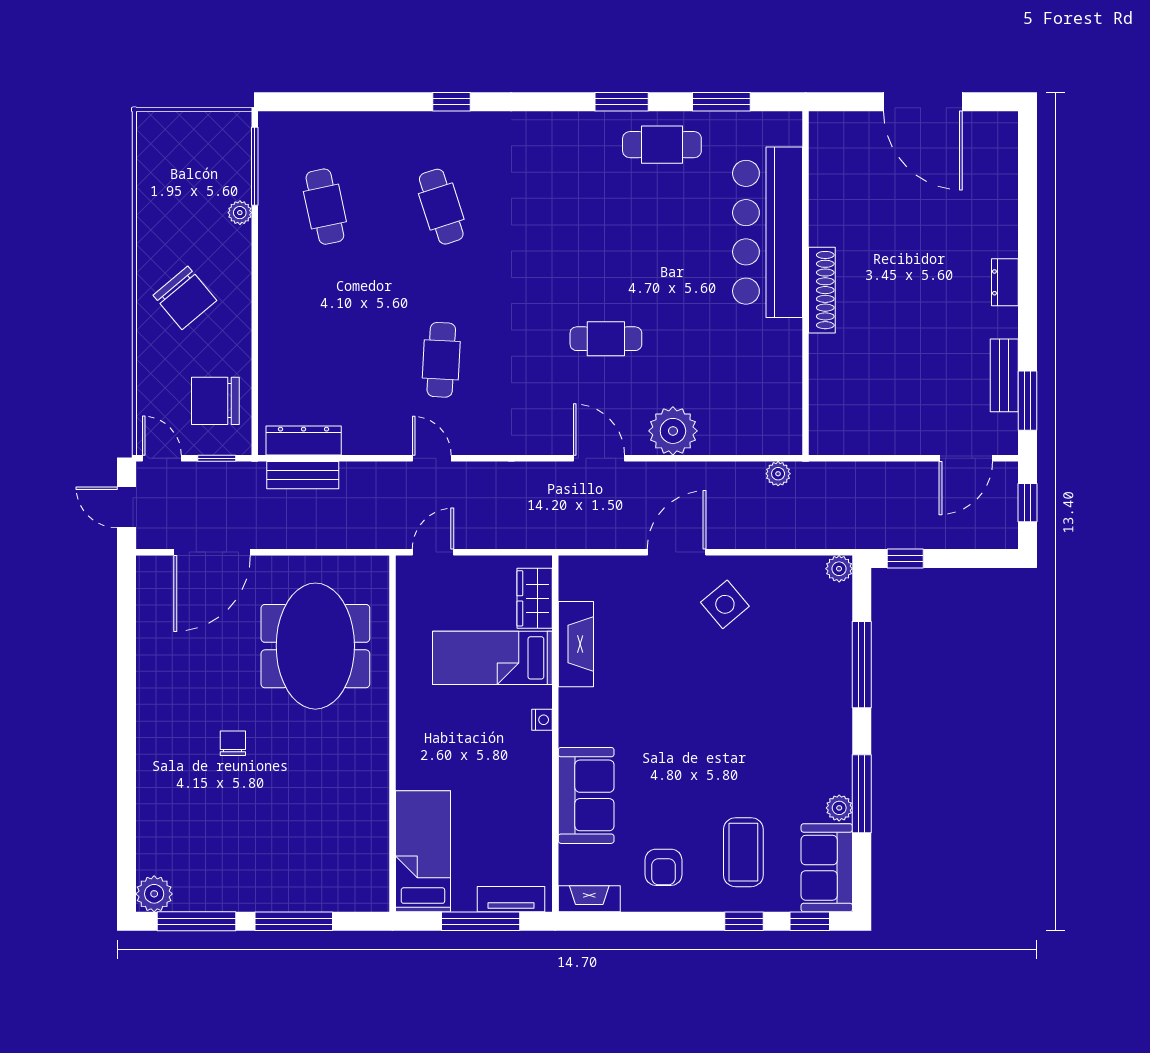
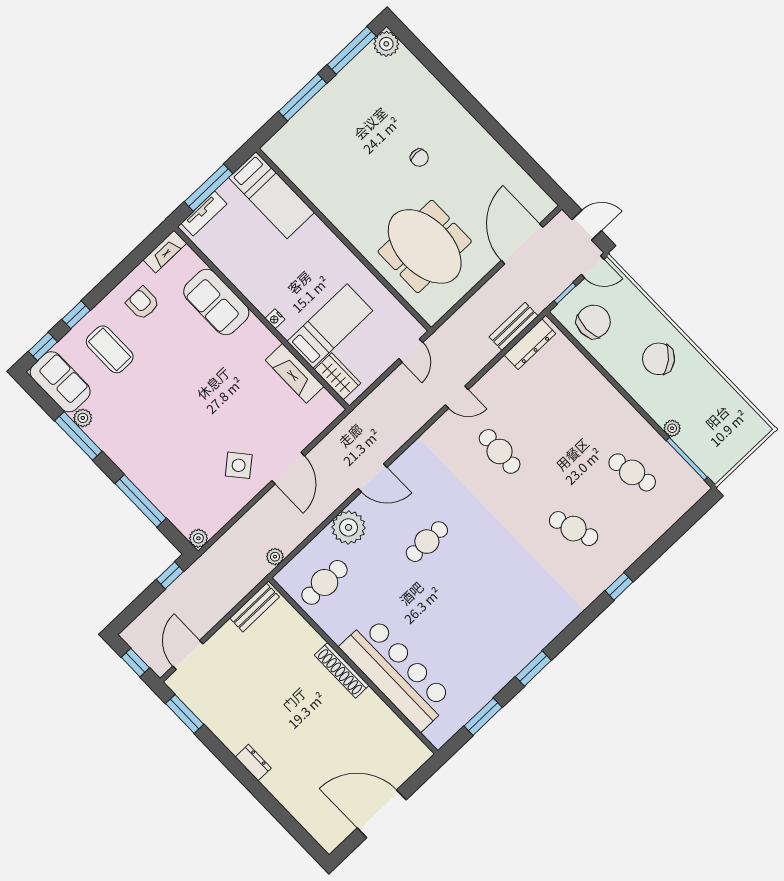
cafe table: (662, 145) -> (324, 582), moved
bench: (1004, 375) -> (255, 608), moved, turned 90

